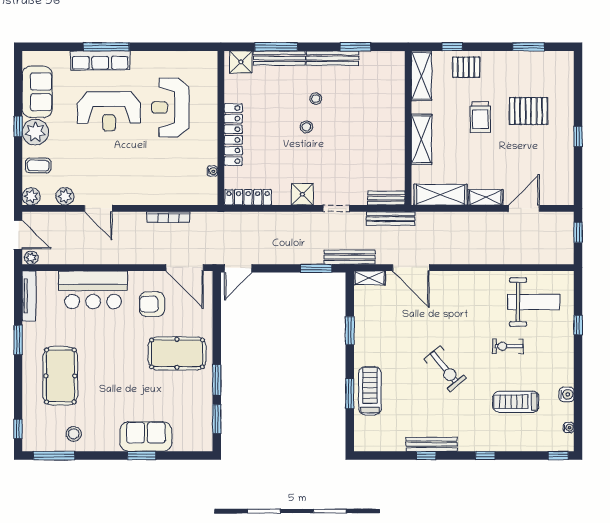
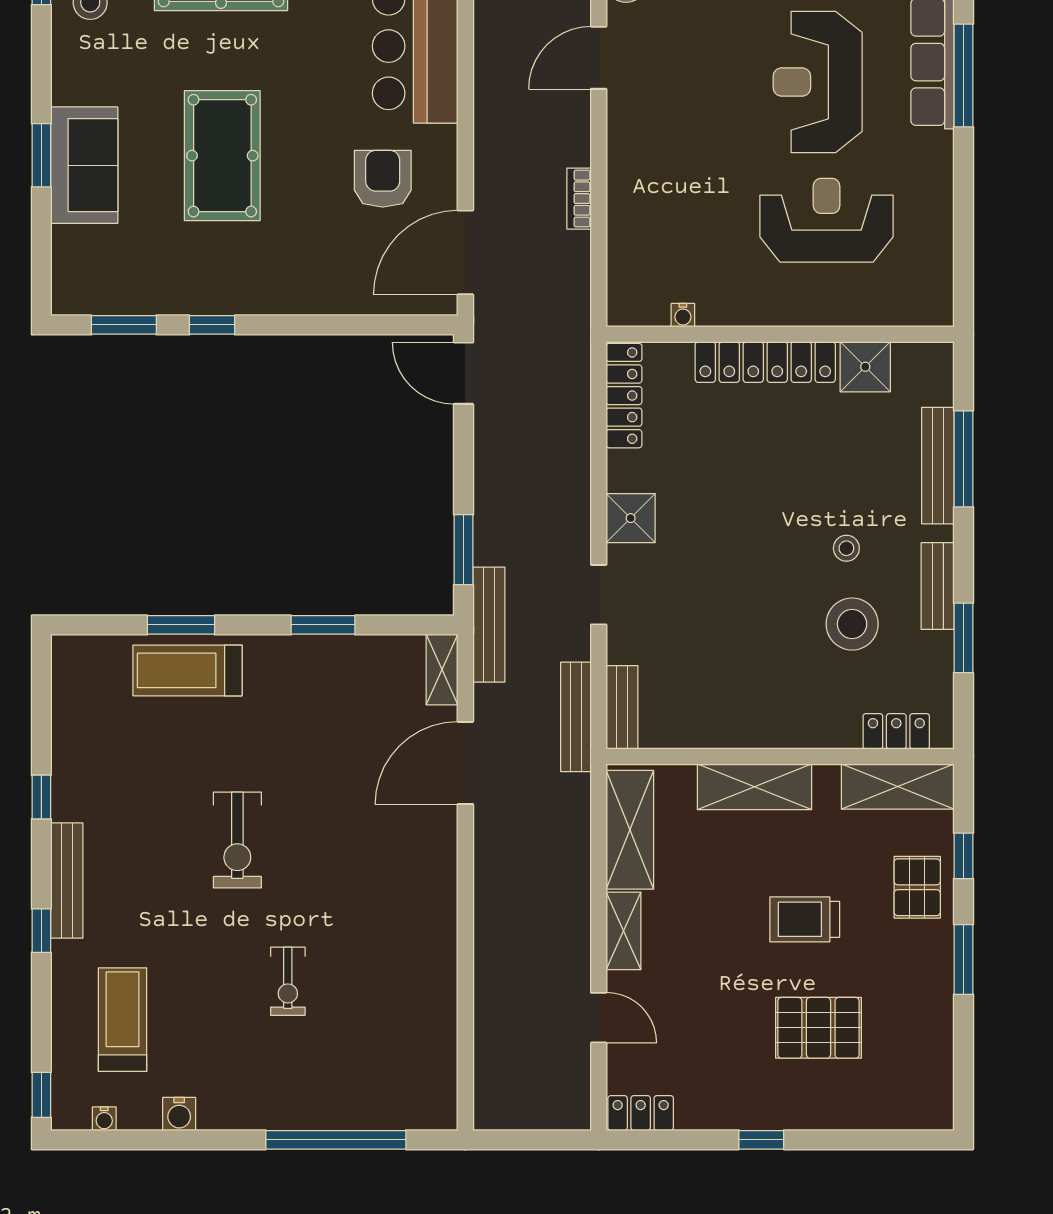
window: (528, 47) -> (964, 959), moved
bench: (333, 58) -> (938, 586), width x0.73
shower: (241, 62) -> (865, 367), moved
locker: (397, 77) -> (896, 731), added
pallet: (528, 111) -> (819, 1028), turned 90
stool: (306, 127) -> (852, 624), moved, width x1.89, depth x1.89
locker: (566, 190) -> (641, 1113), added
door: (524, 208) -> (599, 1018), width x0.73
bookcase: (168, 217) -> (579, 199), width x0.64
window: (578, 232) -> (545, 1140), removed
weight bench: (534, 302) -> (388, 1040), removed
window: (578, 325) -> (336, 1140), width x3.17
exercise bike: (508, 346) -> (288, 981), turned 180
pool table: (177, 353) -> (222, 156), moved
exercise bike: (445, 369) -> (237, 840), turned -51
window: (217, 380) -> (212, 325), width x0.67
treadmill: (370, 391) -> (187, 670), turned 180
treadmill: (516, 402) -> (123, 1020), moved
bench: (431, 444) -> (67, 880), moved

